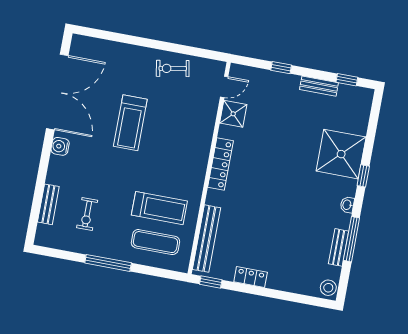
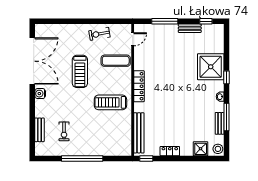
window: (281, 68) -> (165, 21), width x2.17
shower: (233, 114) -> (201, 149), moved
treadmill: (159, 208) -> (110, 102), moved, turned 180
exercise mat: (155, 242) -> (116, 61), moved
window: (108, 263) -> (82, 159), width x1.46

